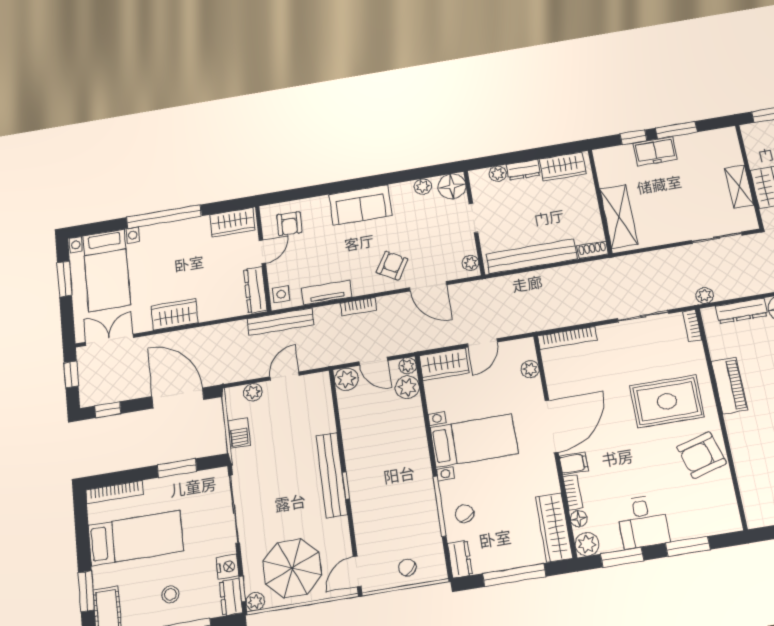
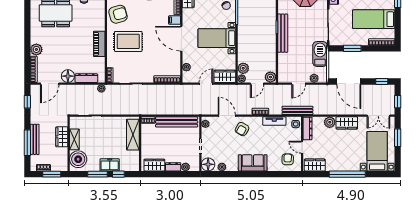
boiler: (723, 151) -> (78, 159), added
door: (262, 252) -> (302, 147), hinge flipped
window: (65, 279) -> (398, 138), moved
plant: (210, 310) -> (330, 122), added
door: (373, 361) -> (257, 84), swing flipped
door: (552, 426) -> (181, 39), hinge flipped
barbecue: (239, 433) -> (320, 54), width x1.88, depth x1.53

